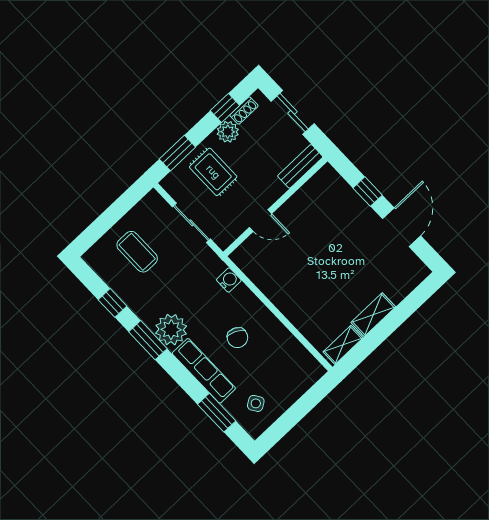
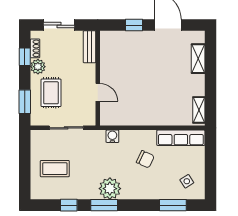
rug: (213, 172) -> (51, 93), turned 90
door: (261, 221) -> (98, 92), hinge flipped
shelving: (373, 315) -> (198, 59), moved
row of seats: (204, 371) -> (181, 138), moved, turned 180

